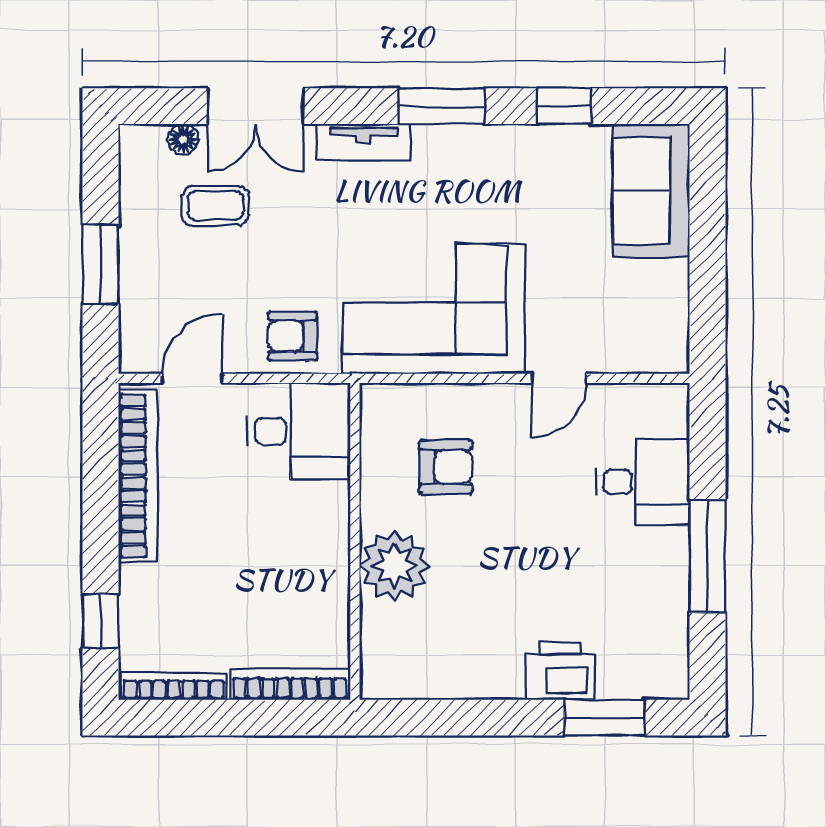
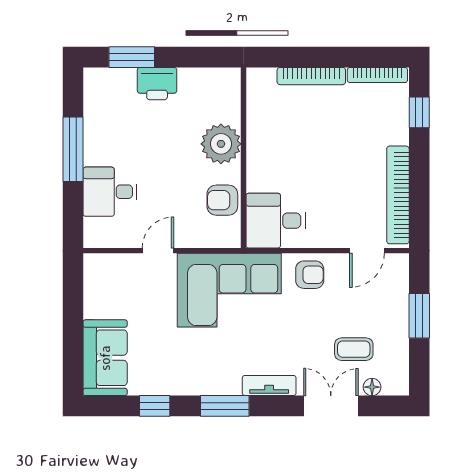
desk: (299, 431) -> (276, 221), moved
wall: (355, 541) -> (244, 158), moved
plant: (394, 566) -> (221, 144), moved

